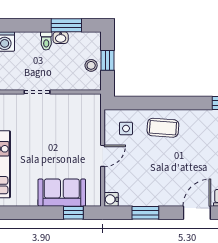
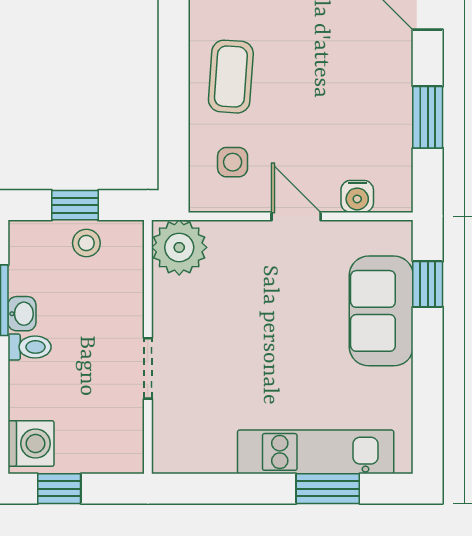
plant: (89, 105) -> (179, 247), added
water cooler: (111, 199) -> (357, 196), moved

